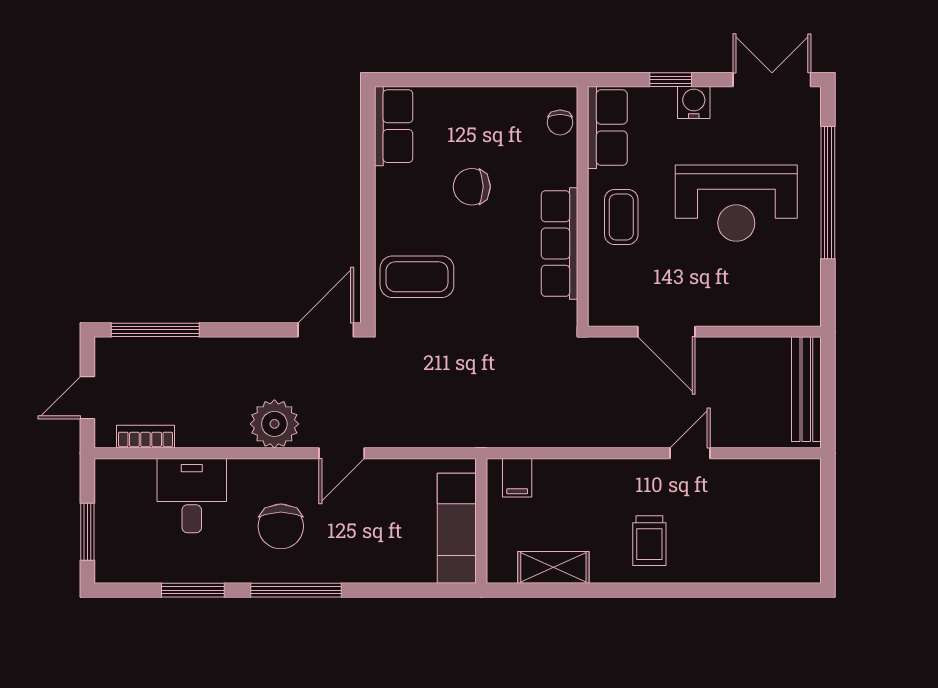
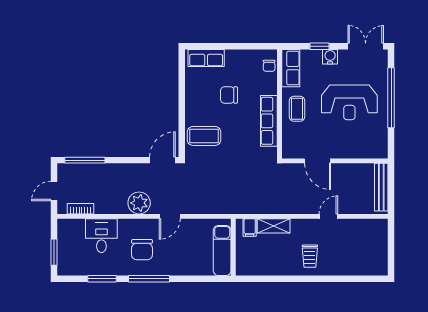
row of seats: (394, 126) -> (206, 58), moved, turned 90
shelving: (553, 567) -> (274, 226), moved

